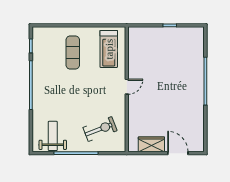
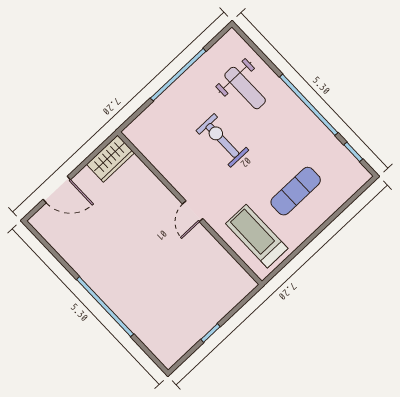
exercise mat: (73, 53) -> (296, 191), turned 90
exercise bike: (100, 129) -> (222, 140), moved, turned 111
weight bench: (53, 136) -> (245, 88), moved
wardrobe: (151, 144) -> (110, 159), moved

